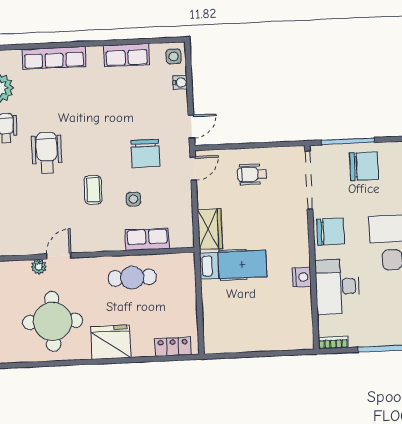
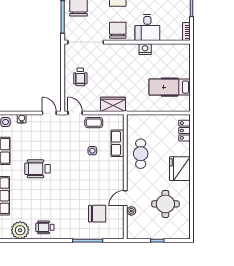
wheelchair: (47, 153) -> (38, 169), moved
chair: (145, 154) -> (97, 214), moved
coffee table: (93, 190) -> (94, 123), moved
door: (59, 256) -> (125, 198), hinge flipped
hospital bed: (233, 265) -> (170, 87), moved, turned -90
desk: (337, 287) -> (147, 27), width x0.73
round table: (53, 321) -> (165, 204), width x0.73, depth x0.73

